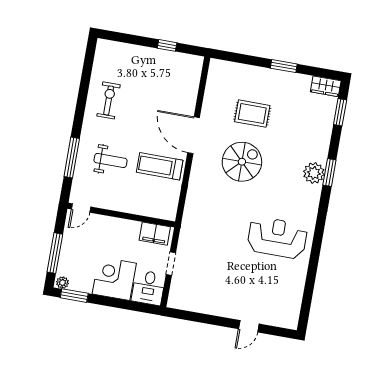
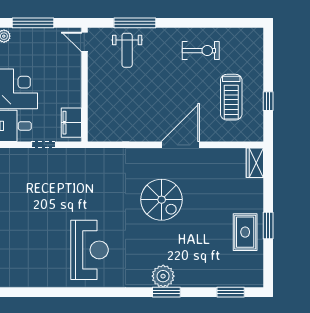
wardrobe: (326, 86) -> (255, 163), moved
rug: (252, 114) -> (245, 232), moved
weight bench: (111, 160) -> (127, 50), moved
treadmill: (160, 166) -> (231, 97), moved, turned 180

